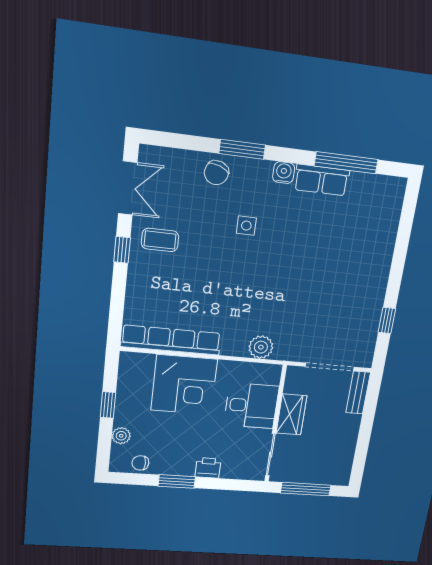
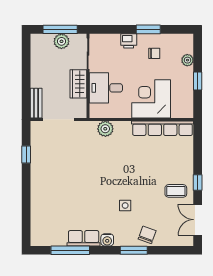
chair: (140, 463) -> (154, 53), moved
plant: (306, 473) -> (61, 41), added

